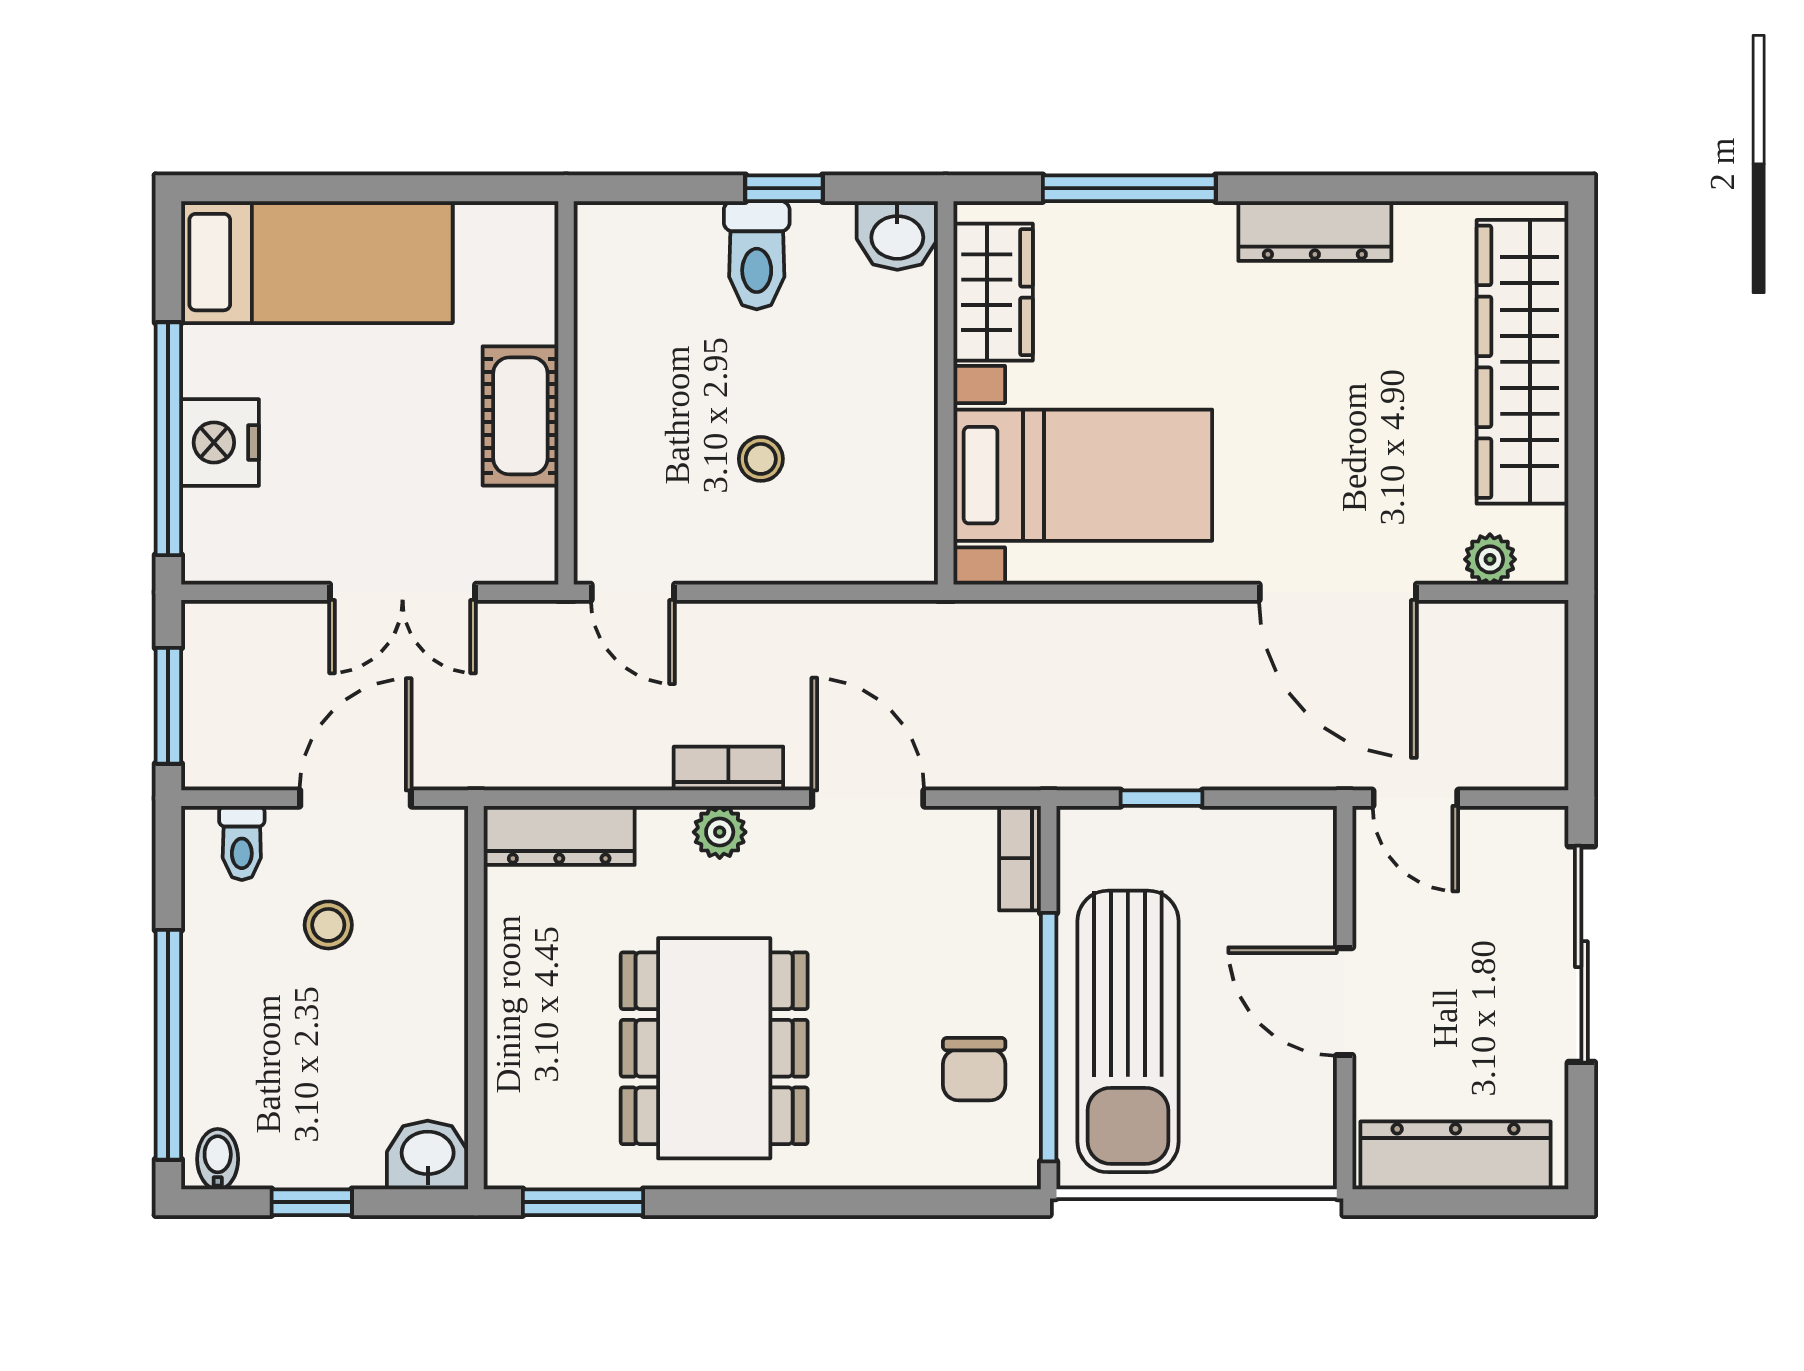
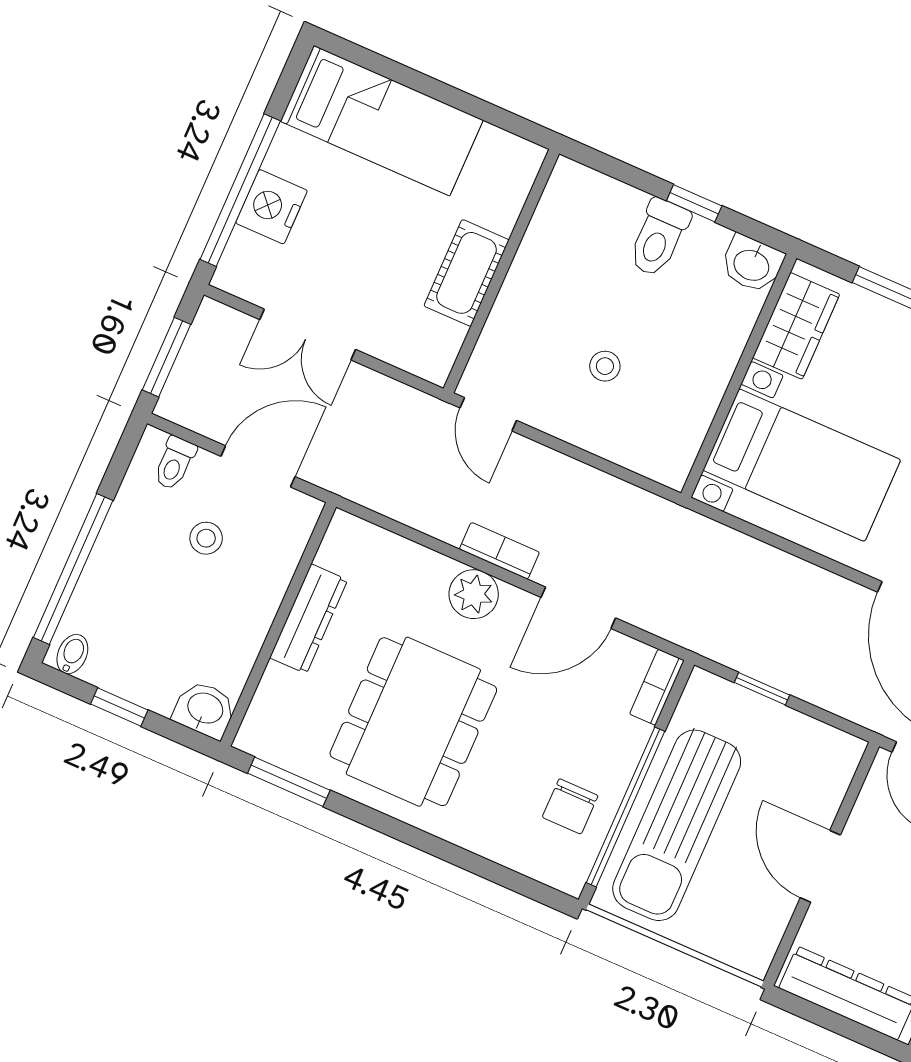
double door: (403, 592) -> (308, 335), moved
door: (868, 798) -> (578, 608), swing flipped
plant: (720, 832) -> (474, 594), width x1.38, depth x1.38
dresser: (559, 835) -> (309, 619), moved, turned -90

